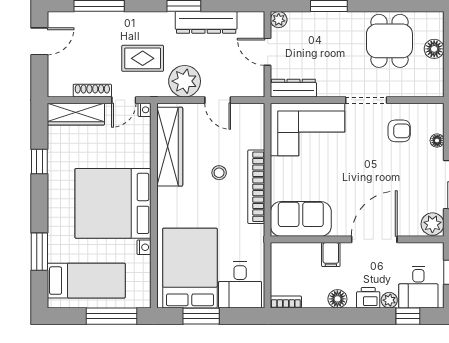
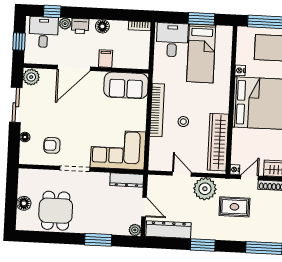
dresser: (206, 22) -> (168, 230), moved
bed: (190, 268) -> (201, 53), width x0.67

